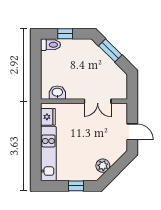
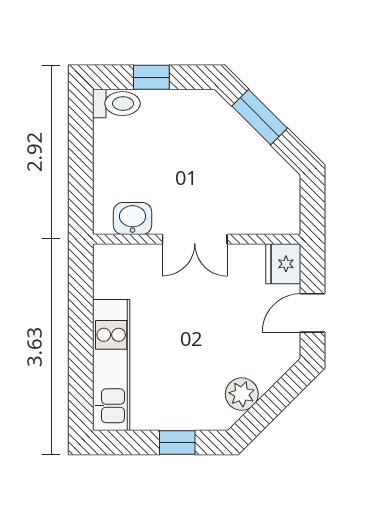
double door: (98, 101) -> (195, 239), moved
fridge: (48, 117) -> (283, 264), moved, turned 180
door: (132, 132) -> (312, 313), swing flipped

